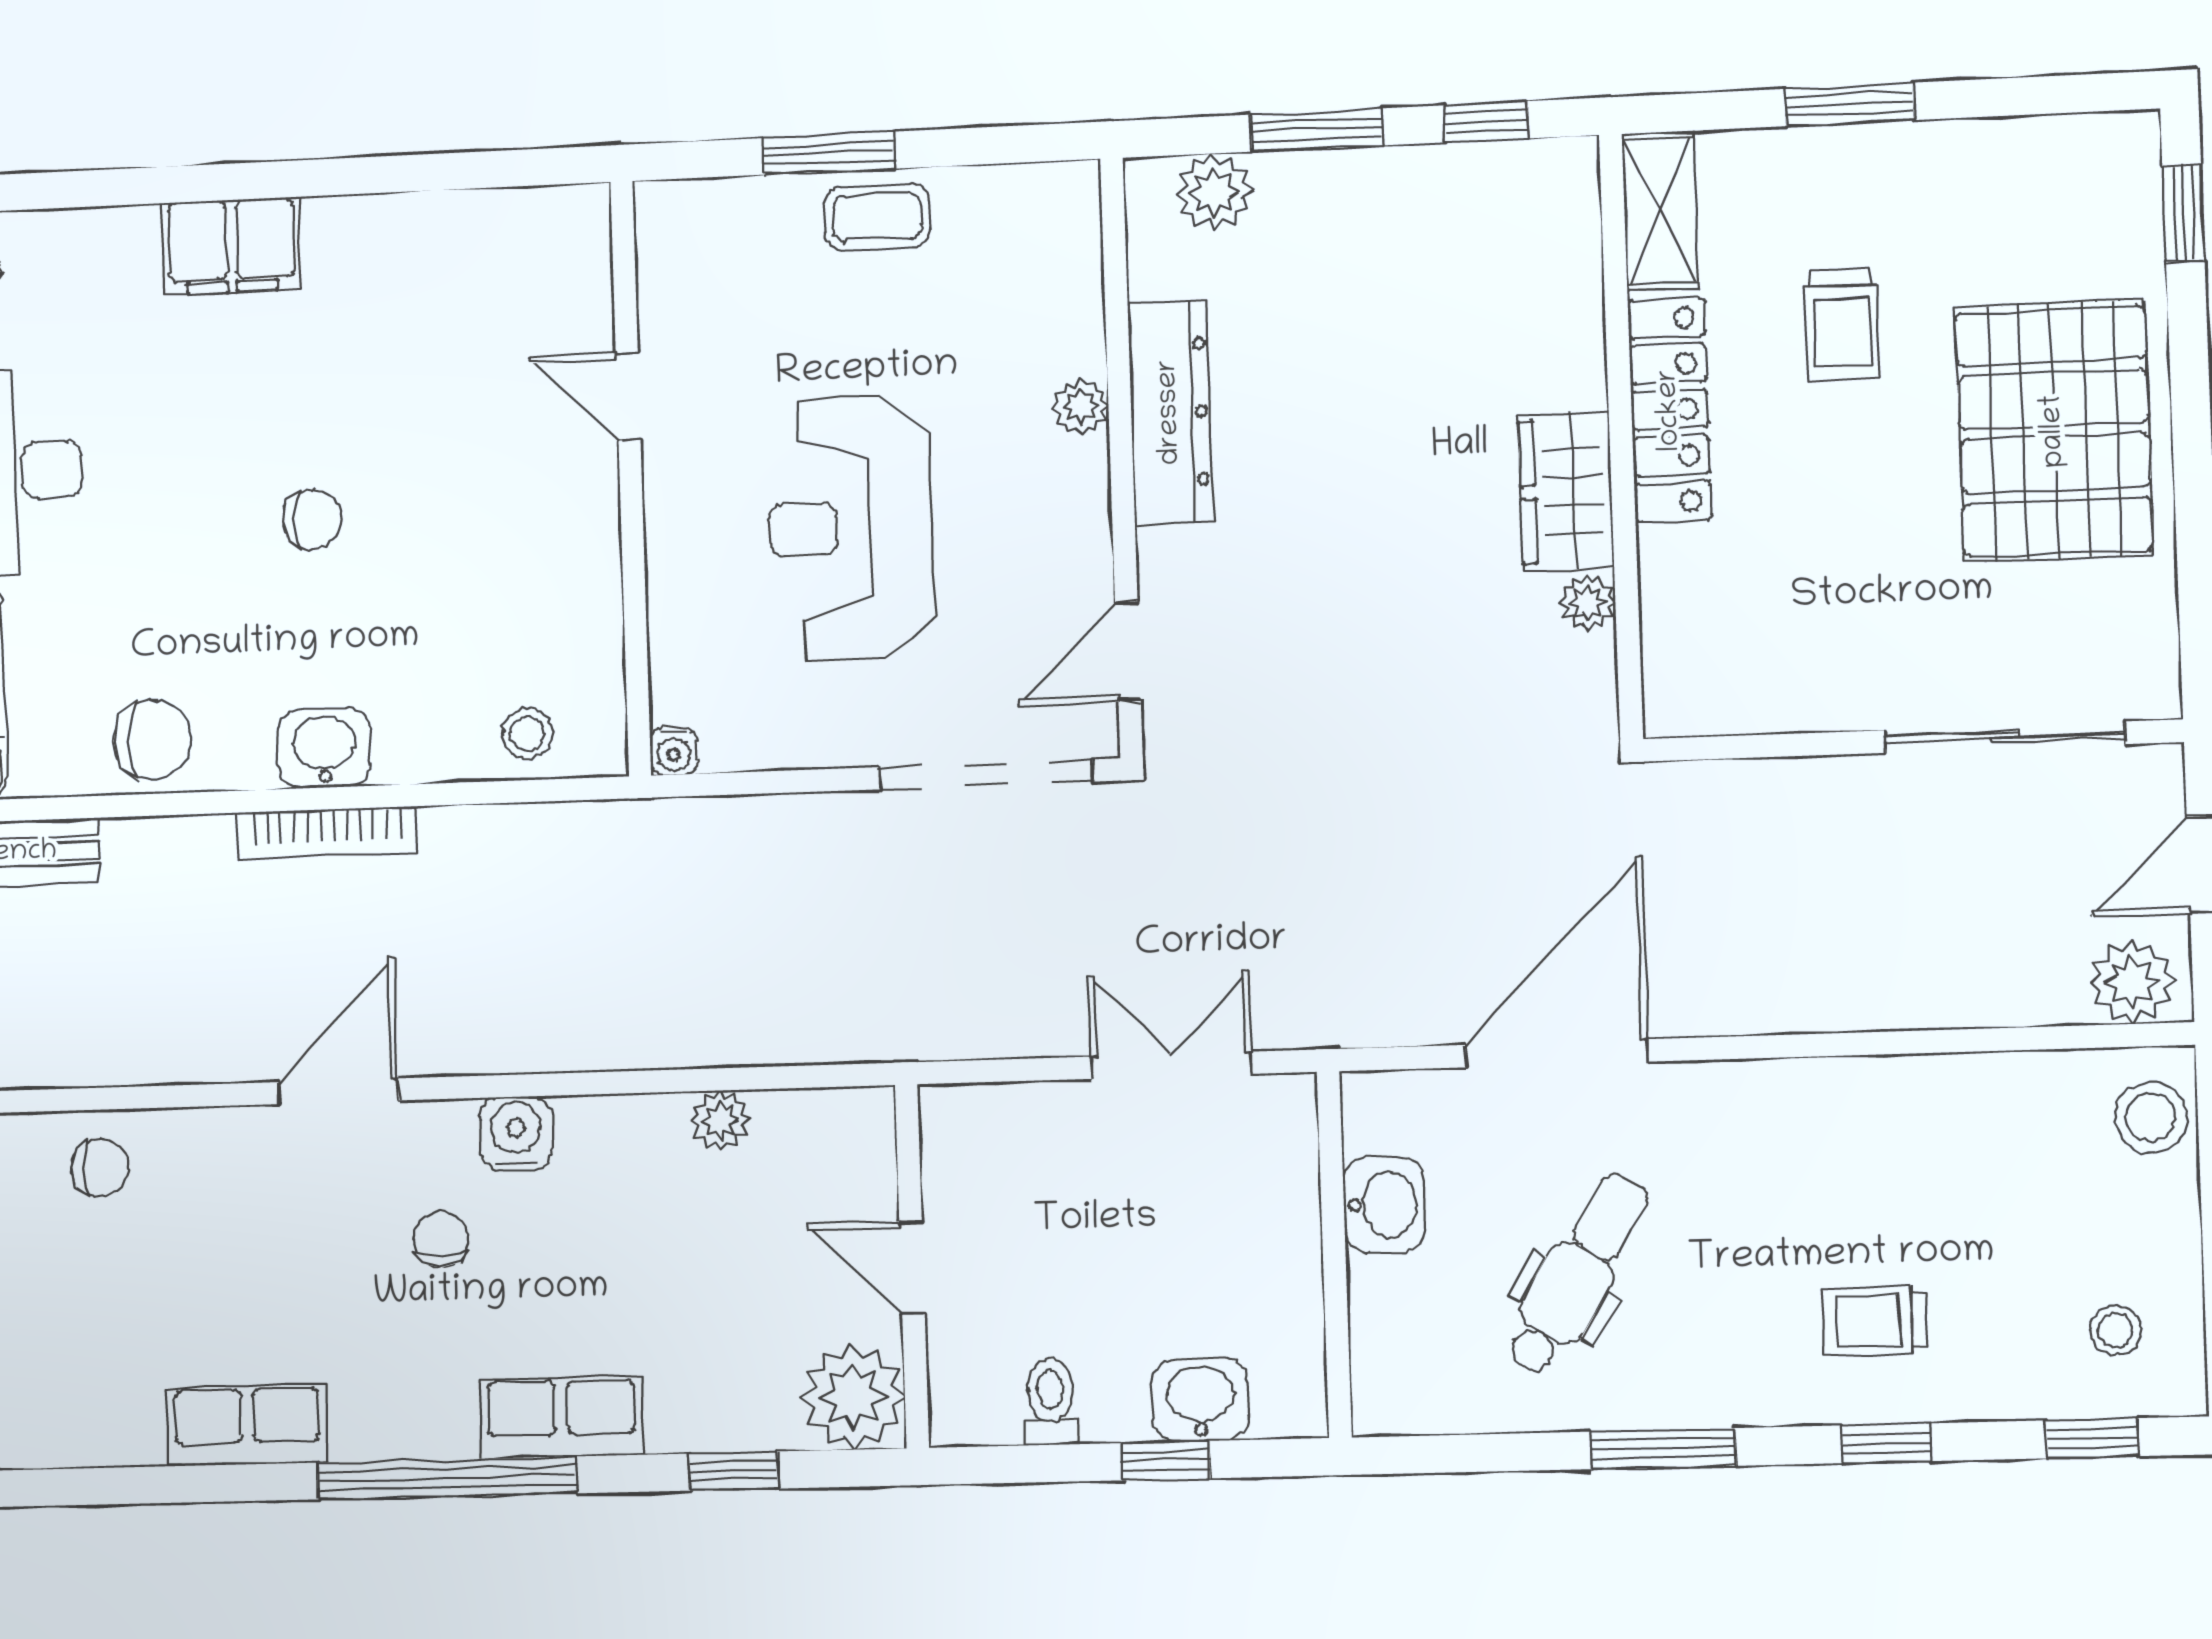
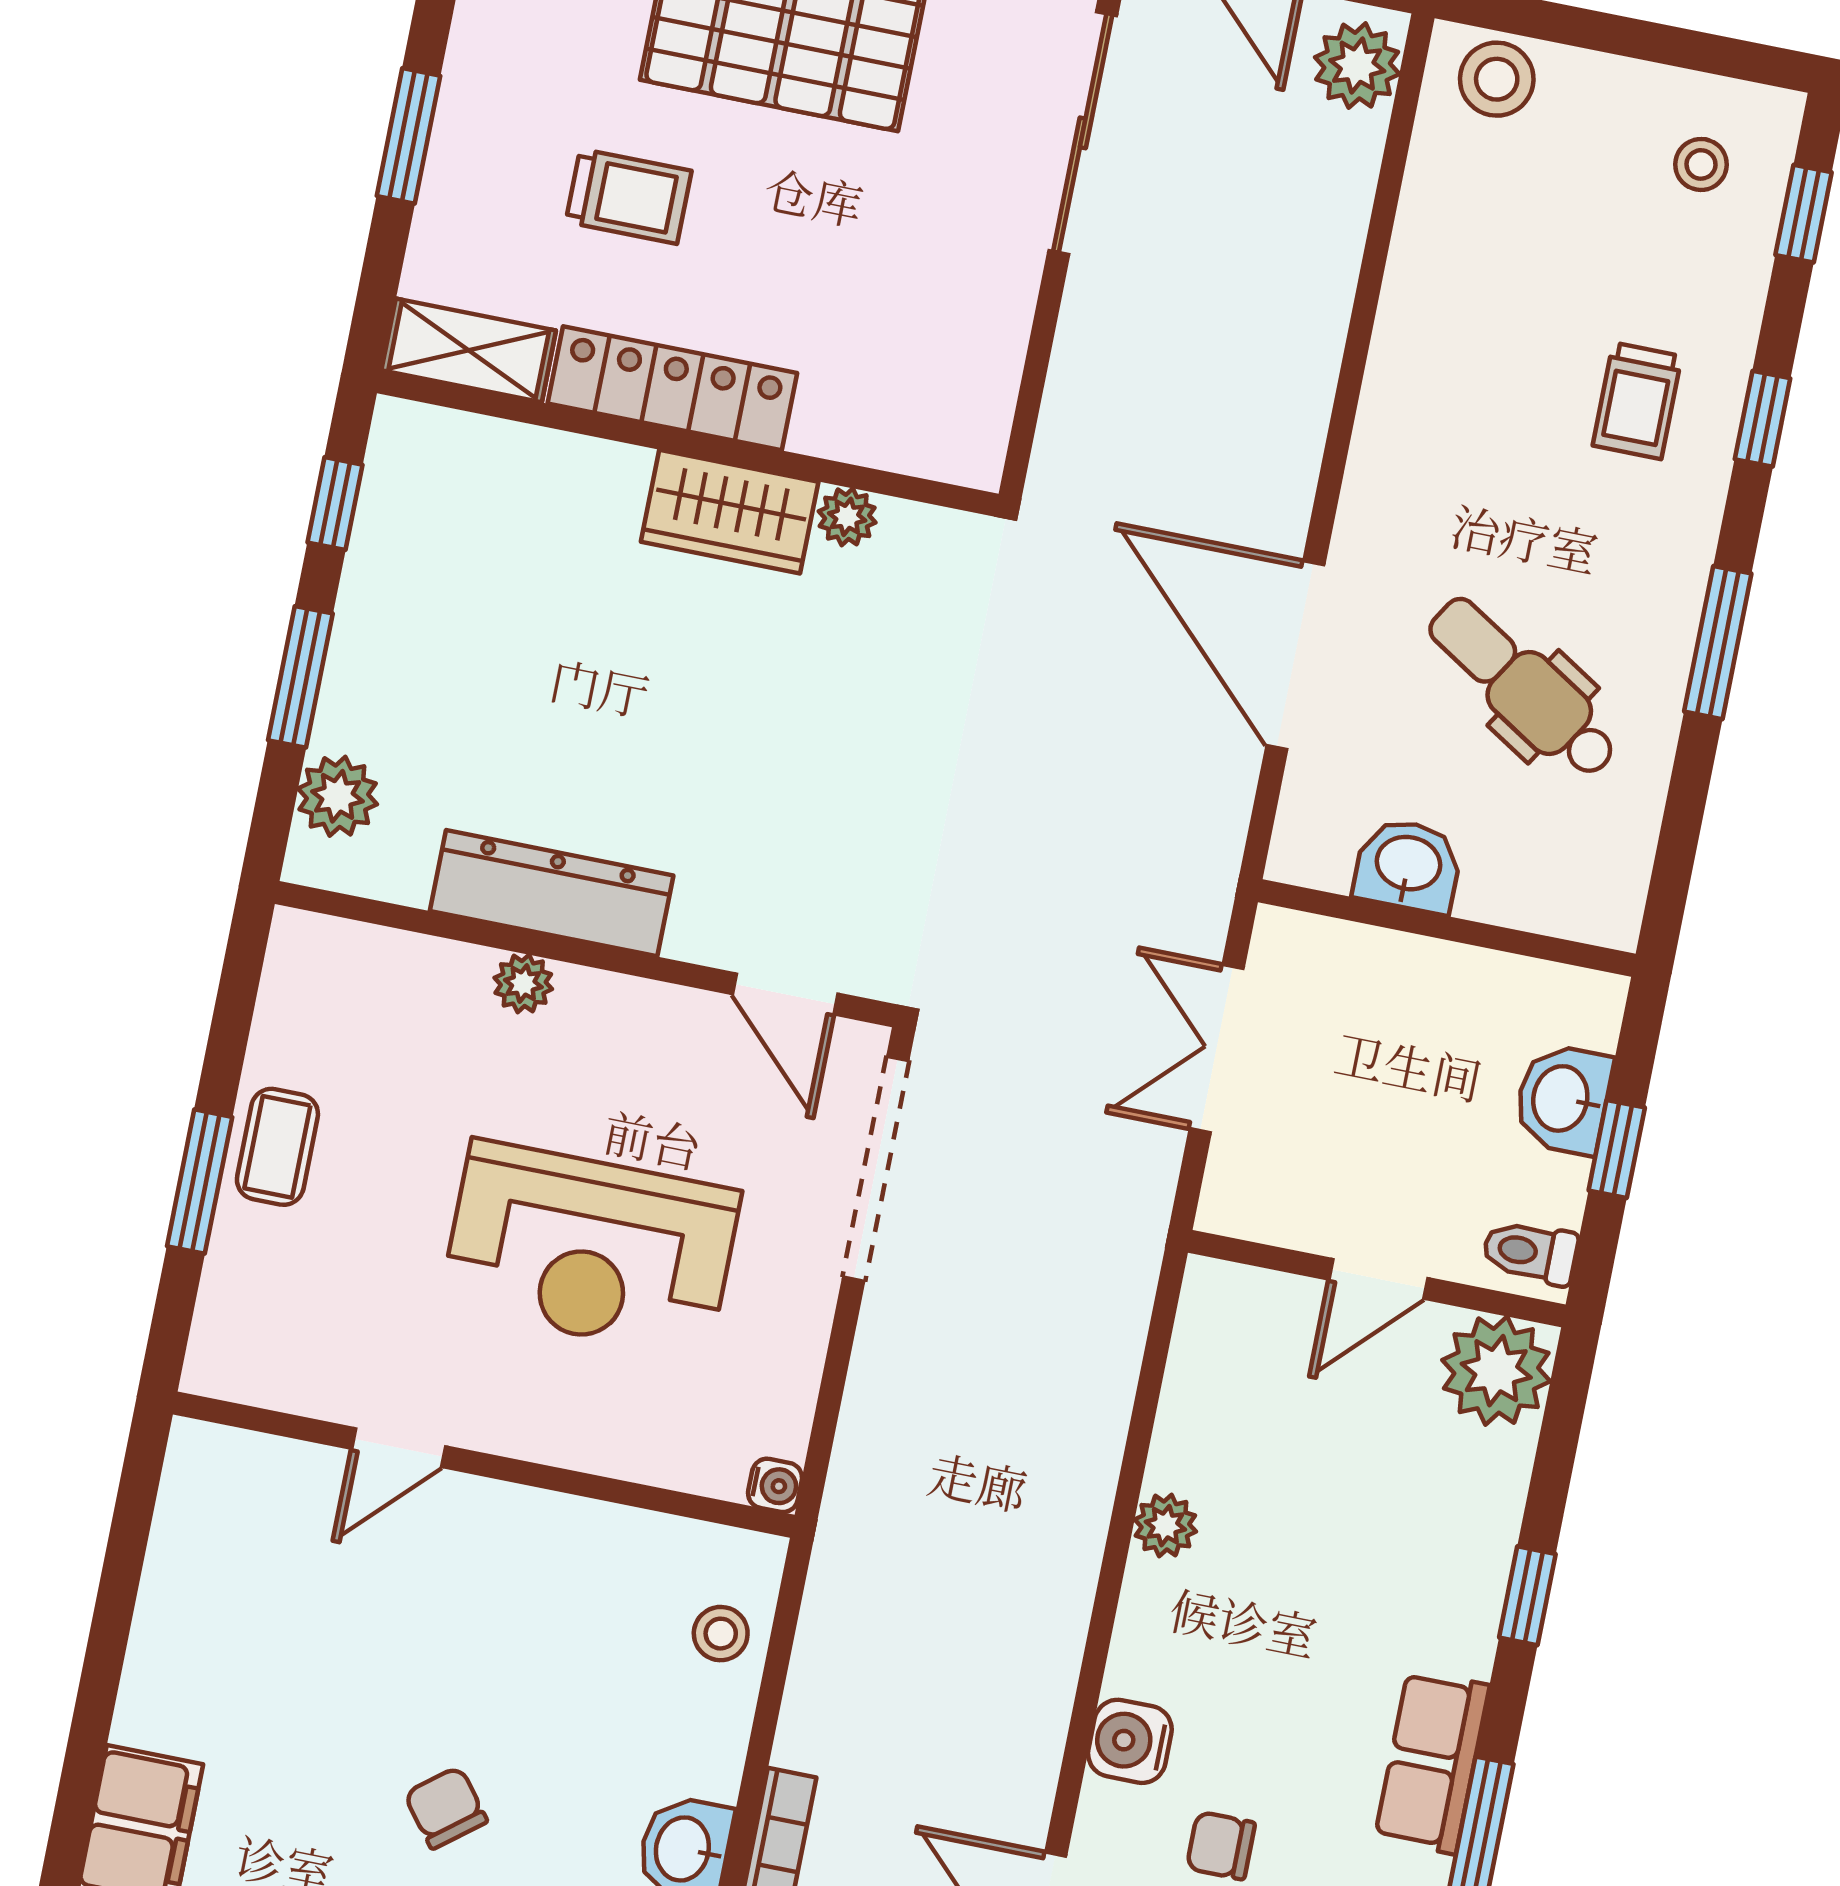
chair: (312, 520) -> (446, 1808), turned -38
wall: (912, 1266) -> (1377, 1279), moved
door: (912, 1268) -> (1378, 1279), moved
plant: (853, 1397) -> (1496, 1371), moved

